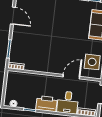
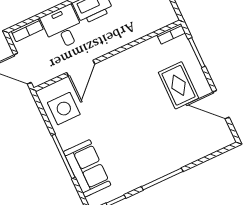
rug: (28, 38) -> (178, 85), added

